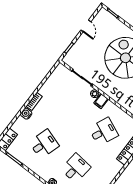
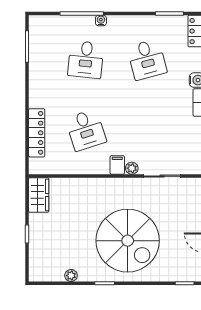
desk: (103, 132) -> (86, 130), turned -42
desk: (44, 144) -> (147, 60), turned -33

